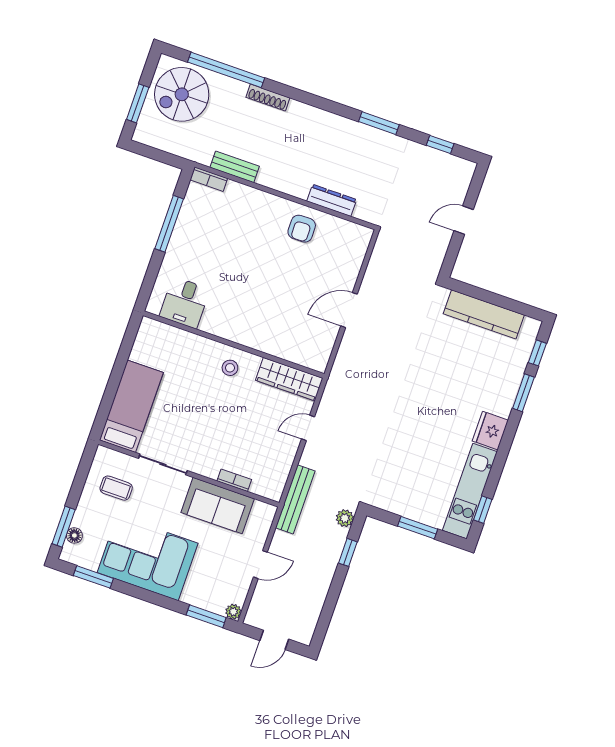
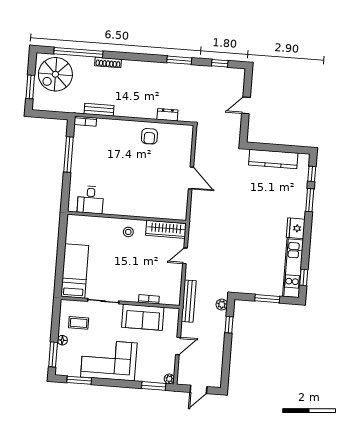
dresser: (332, 200) -> (167, 115), width x0.70
door: (349, 310) -> (191, 178), swing flipped
floor lamp: (74, 535) -> (62, 340), moved

